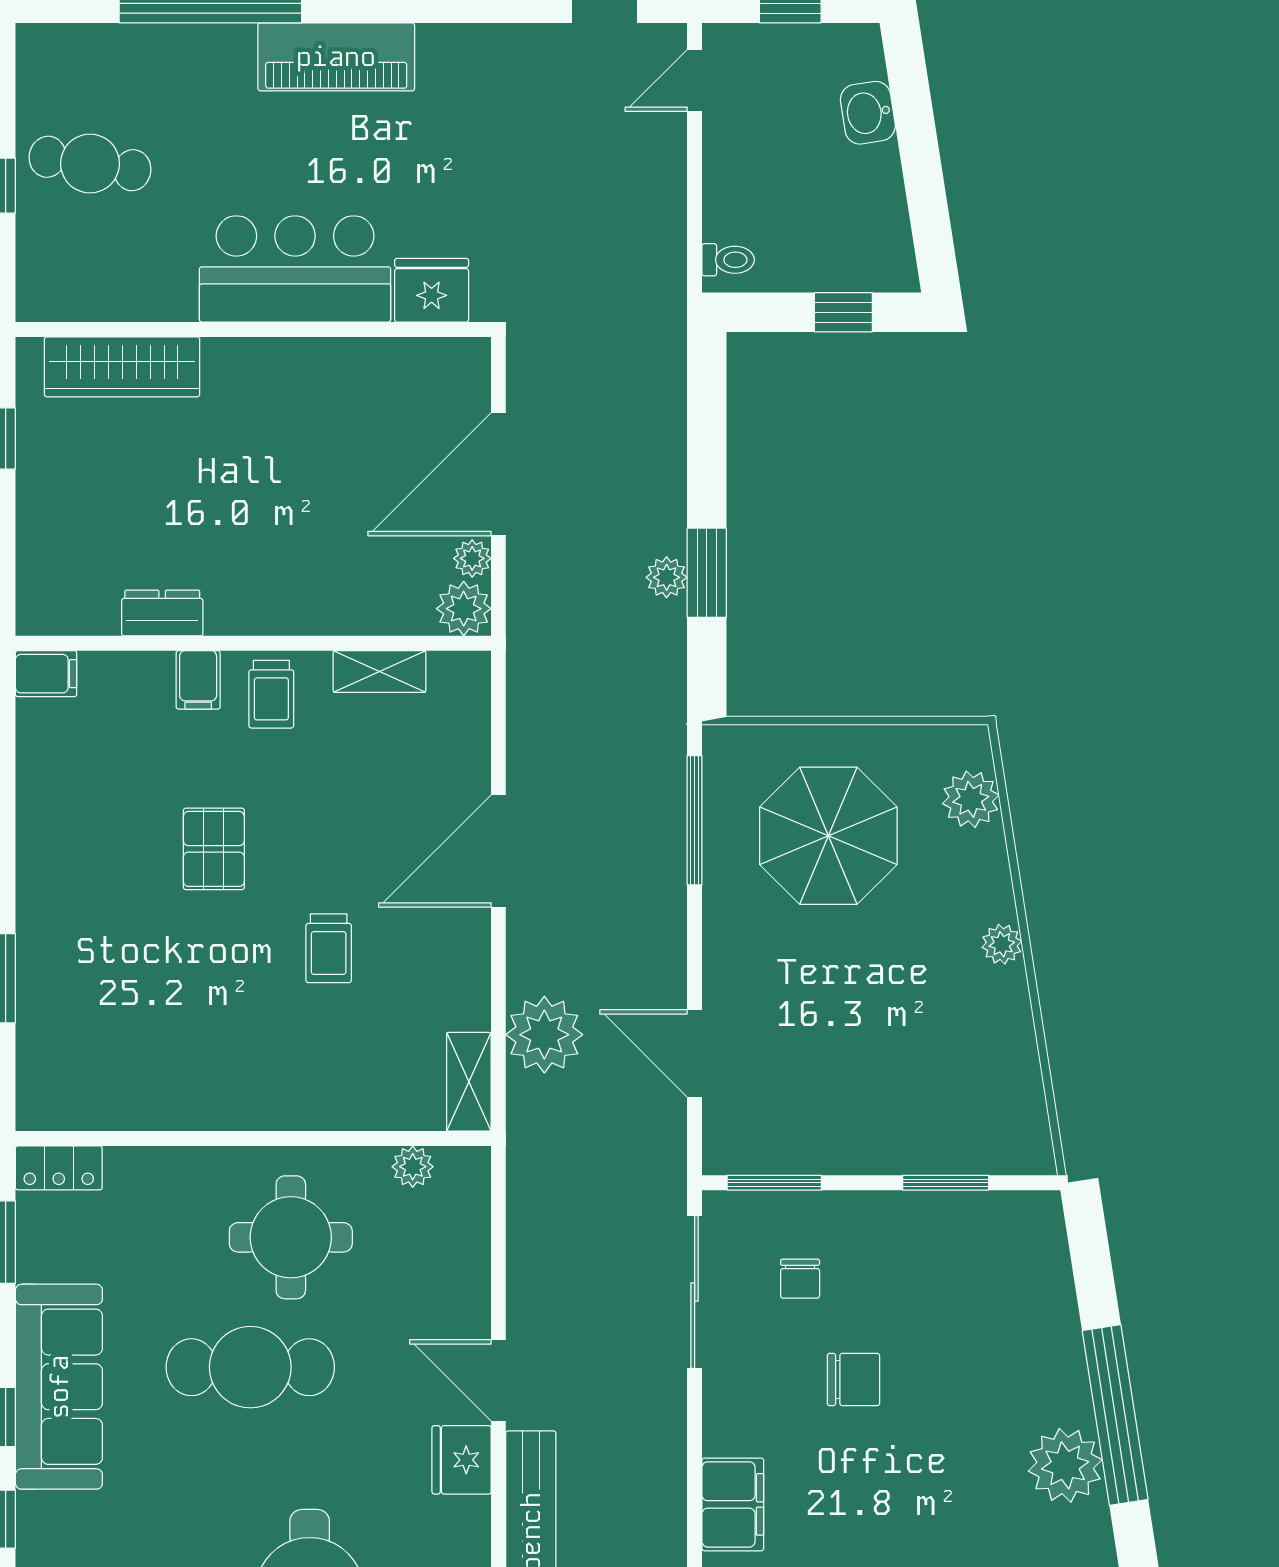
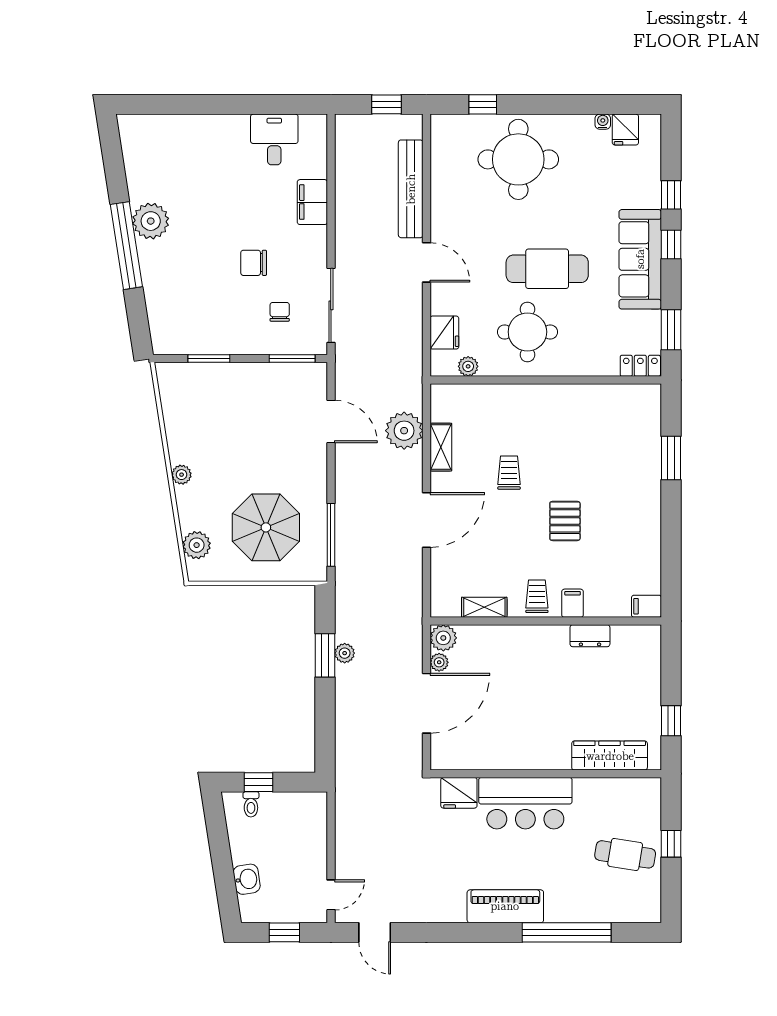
toilet: (728, 260) -> (251, 804), moved, turned -90
shelving: (469, 1082) -> (441, 447), moved
fridge: (462, 1460) -> (444, 333), moved

